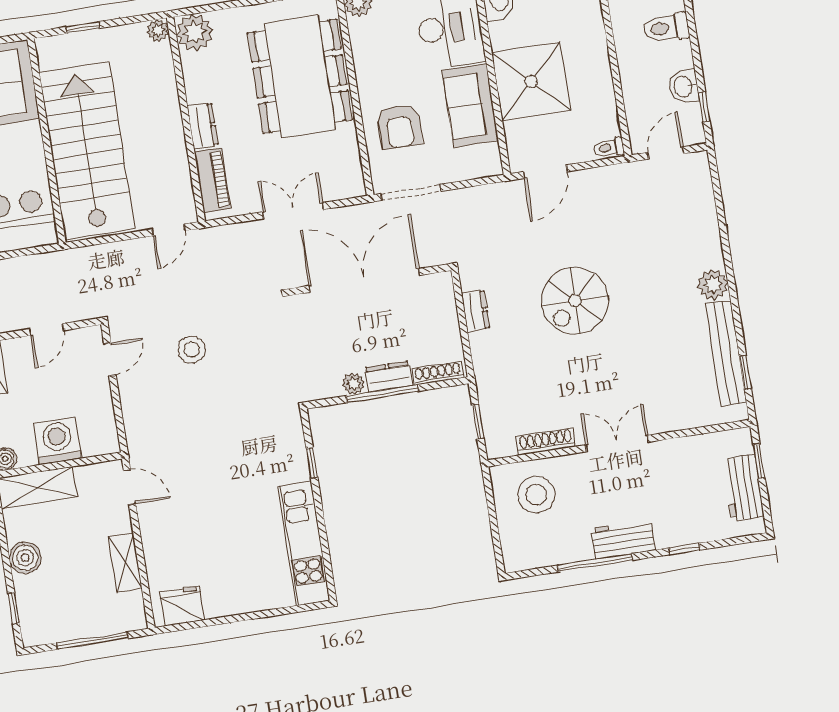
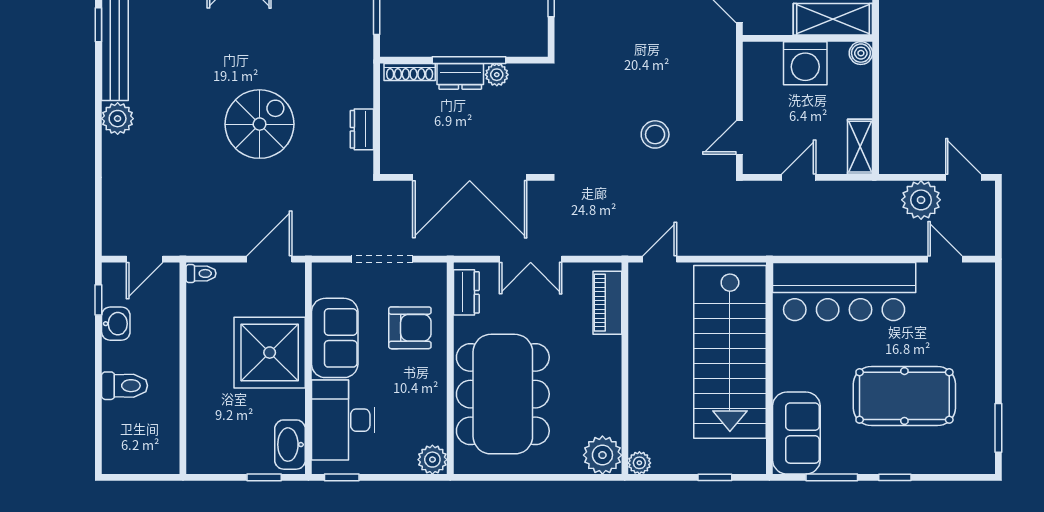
dresser: (203, 126) -> (466, 292), moved, turned 180
armchair: (399, 126) -> (410, 328), turned 90
doorway: (411, 192) -> (382, 259), moved

